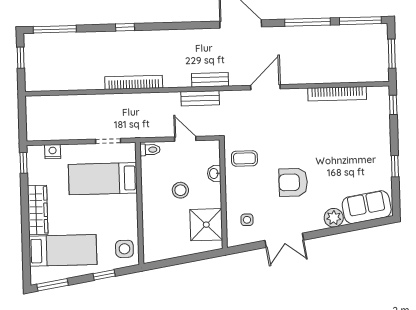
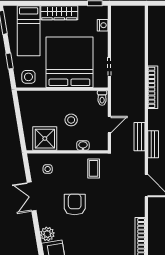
bed: (103, 179) -> (69, 62), width x2.04

